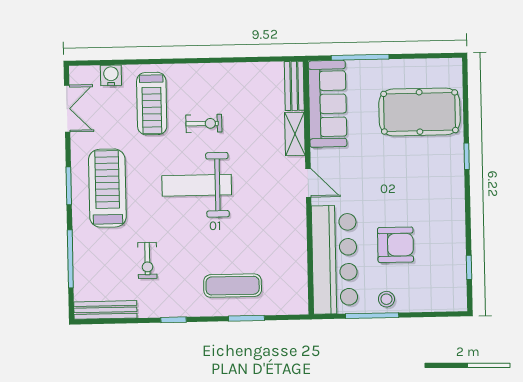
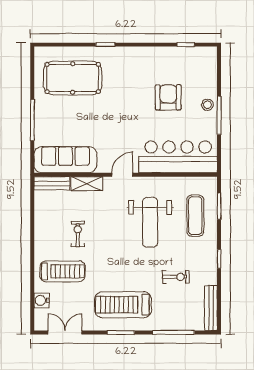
bench: (294, 86) -> (52, 183), moved
sofa: (328, 104) -> (65, 160), moved
pool table: (420, 112) -> (73, 78), turned 90
shelving: (295, 134) -> (87, 184), moved
door: (308, 183) -> (122, 175), moved
weight bench: (197, 185) -> (150, 222), moved
wall: (308, 188) -> (126, 175), moved
bar counter: (335, 260) -> (178, 157), moved

